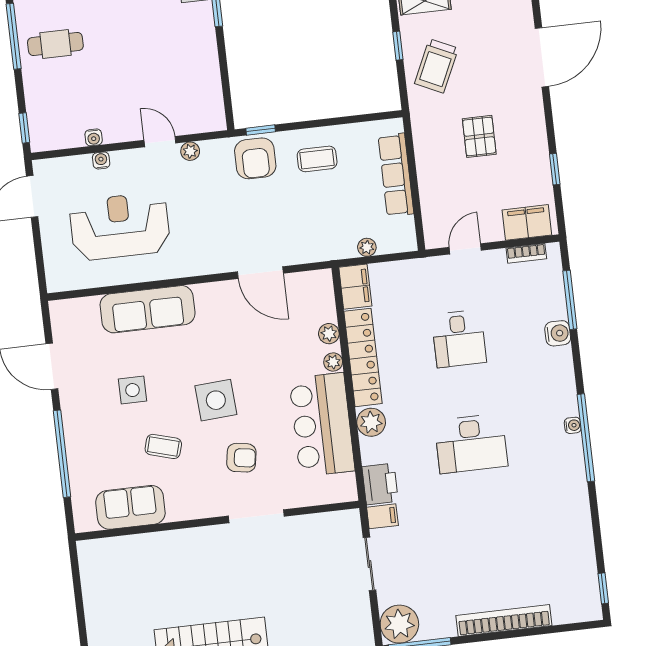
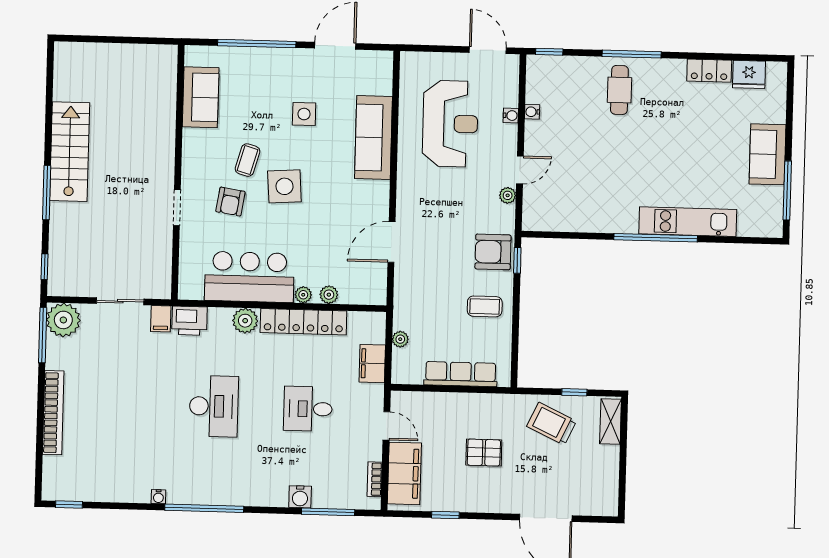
coffee table: (317, 159) -> (485, 306), turned 90
filing cabinet: (527, 222) -> (404, 473), width x1.50, depth x1.17
filing cabinet: (355, 287) -> (372, 364), moved, turned 90
water cooler: (573, 425) -> (158, 497), moved
desk: (471, 443) -> (214, 406), turned 180
coffee table: (163, 446) -> (247, 160), moved
doorway: (256, 516) -> (177, 207), width x0.73

